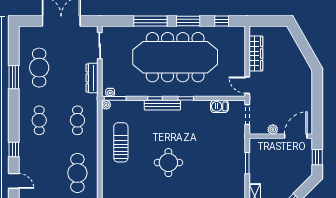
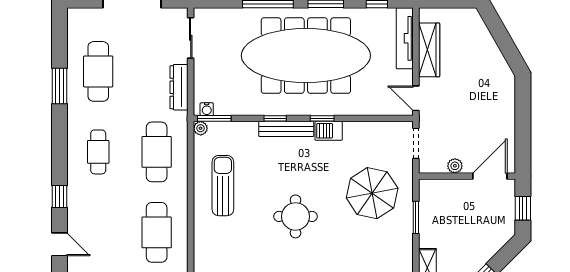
tv unit: (240, 46) -> (405, 38), added
barbecue: (219, 106) -> (329, 131), moved
cafe table: (77, 120) -> (157, 152), width x1.37, depth x1.35
parasol: (219, 147) -> (372, 193), added

